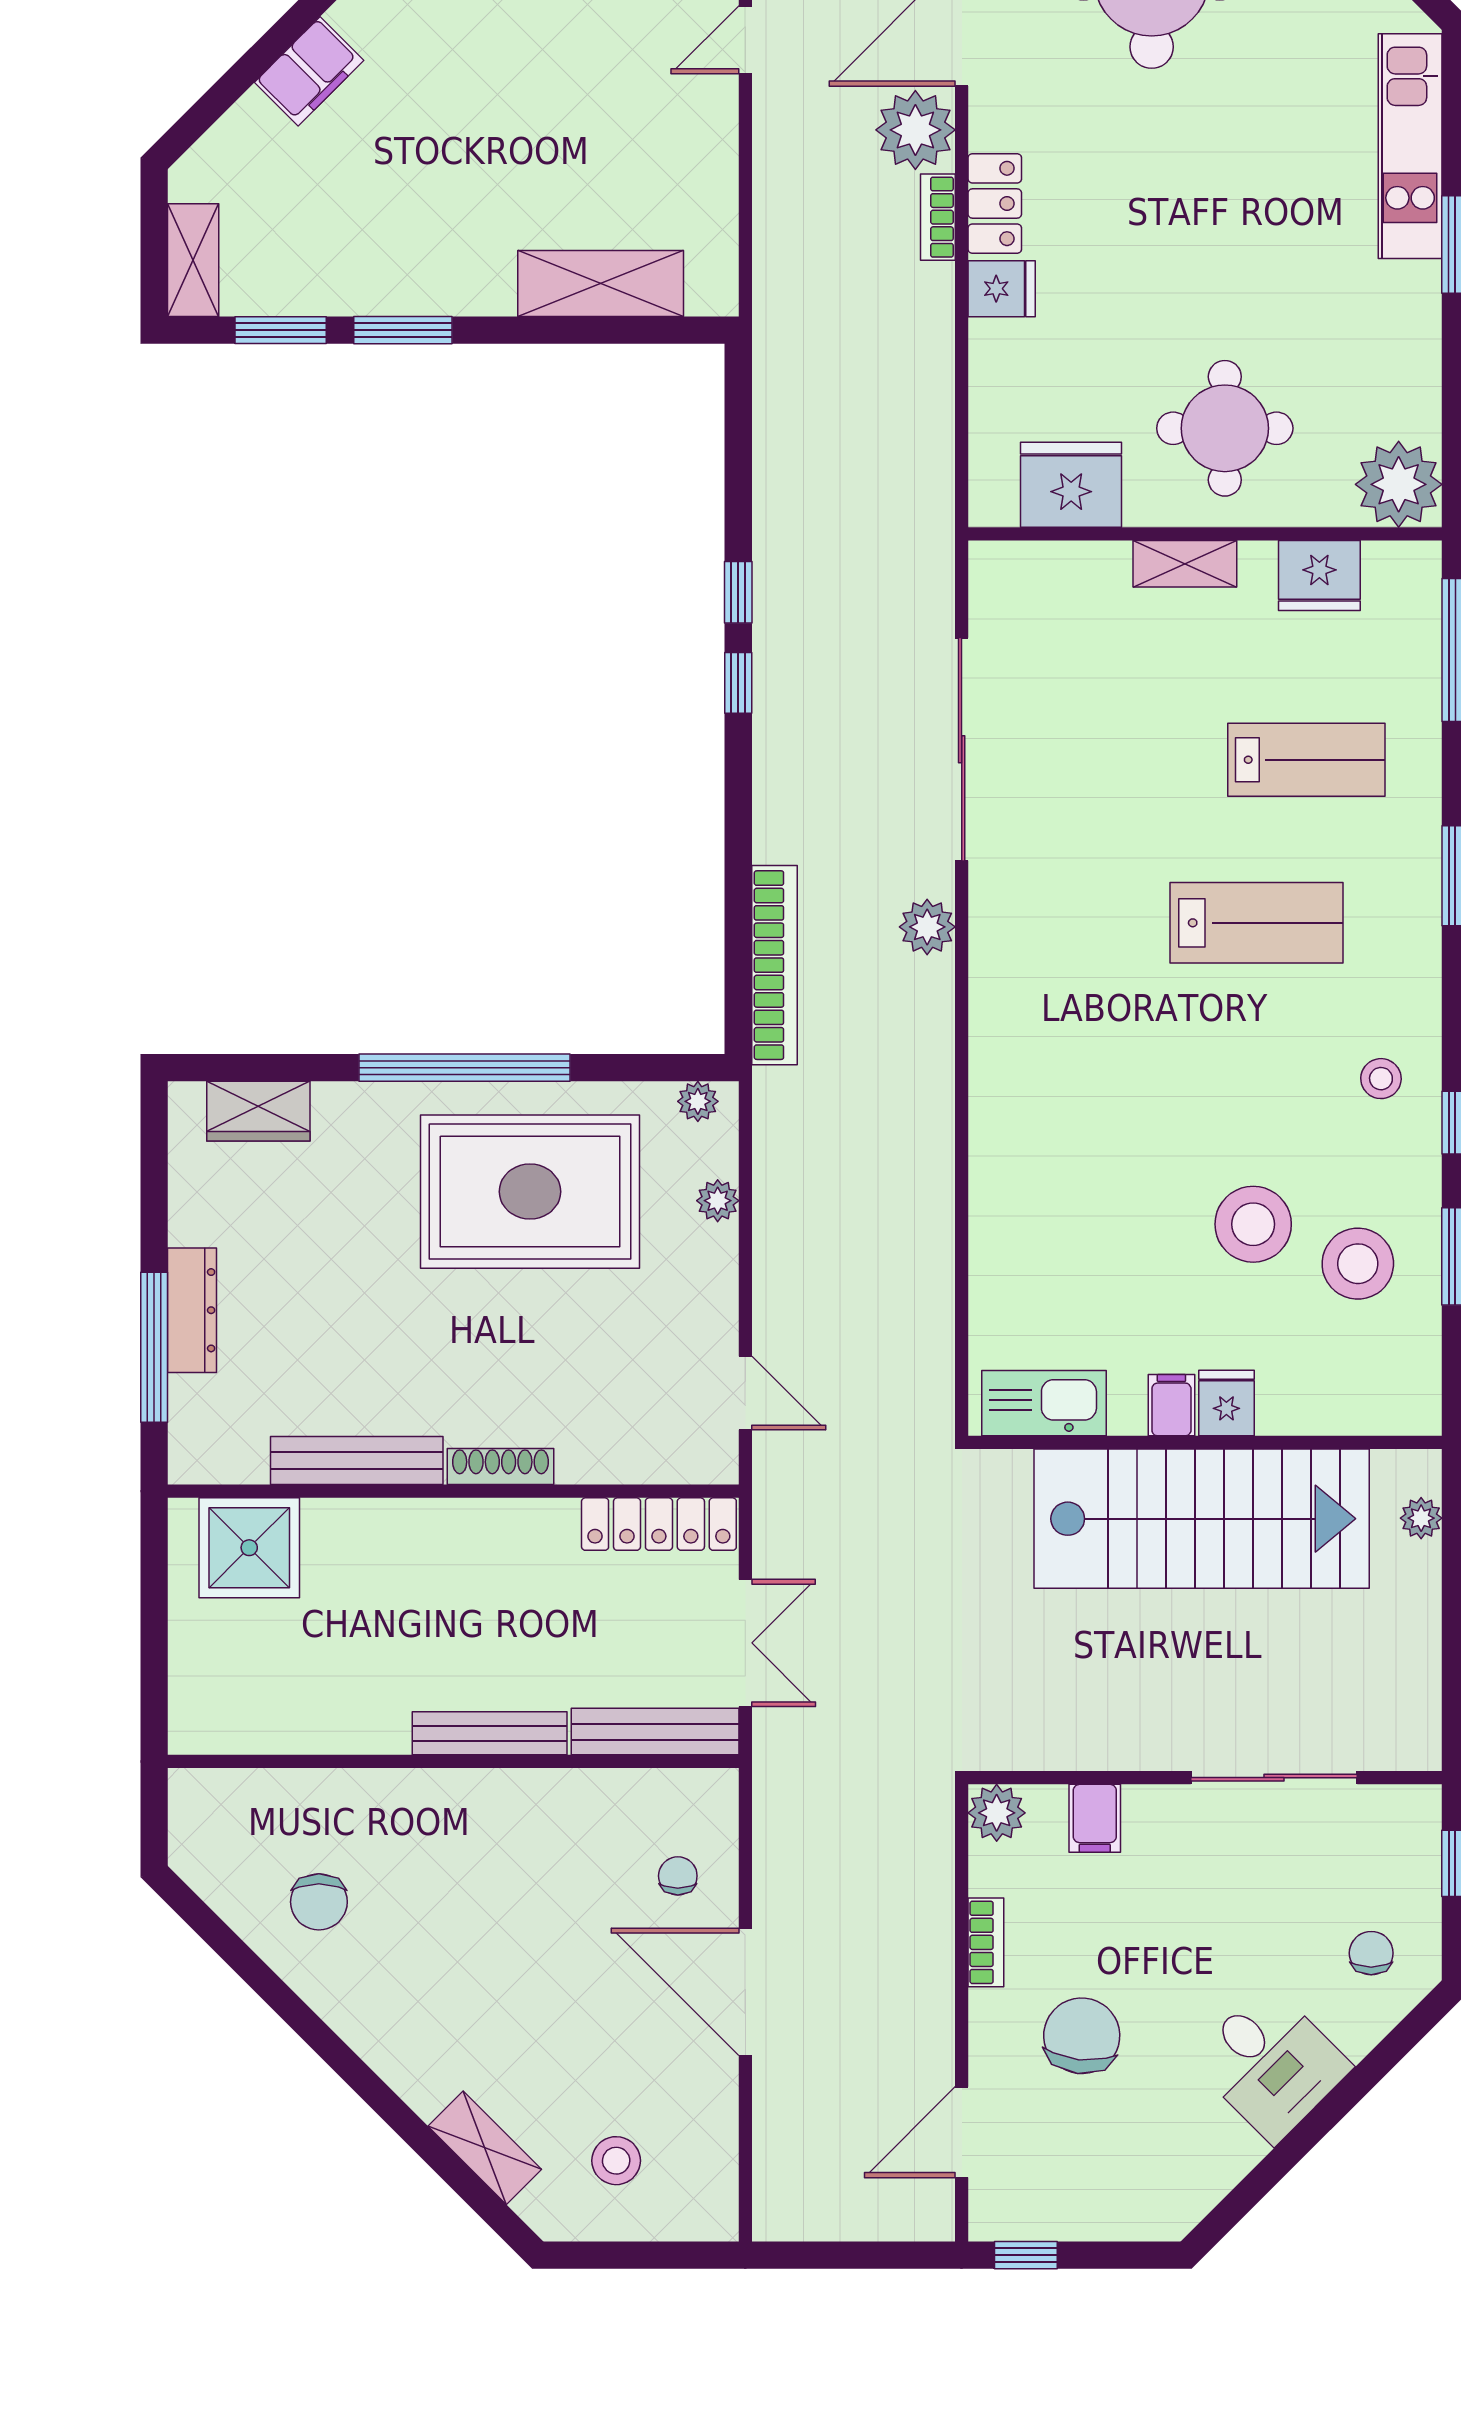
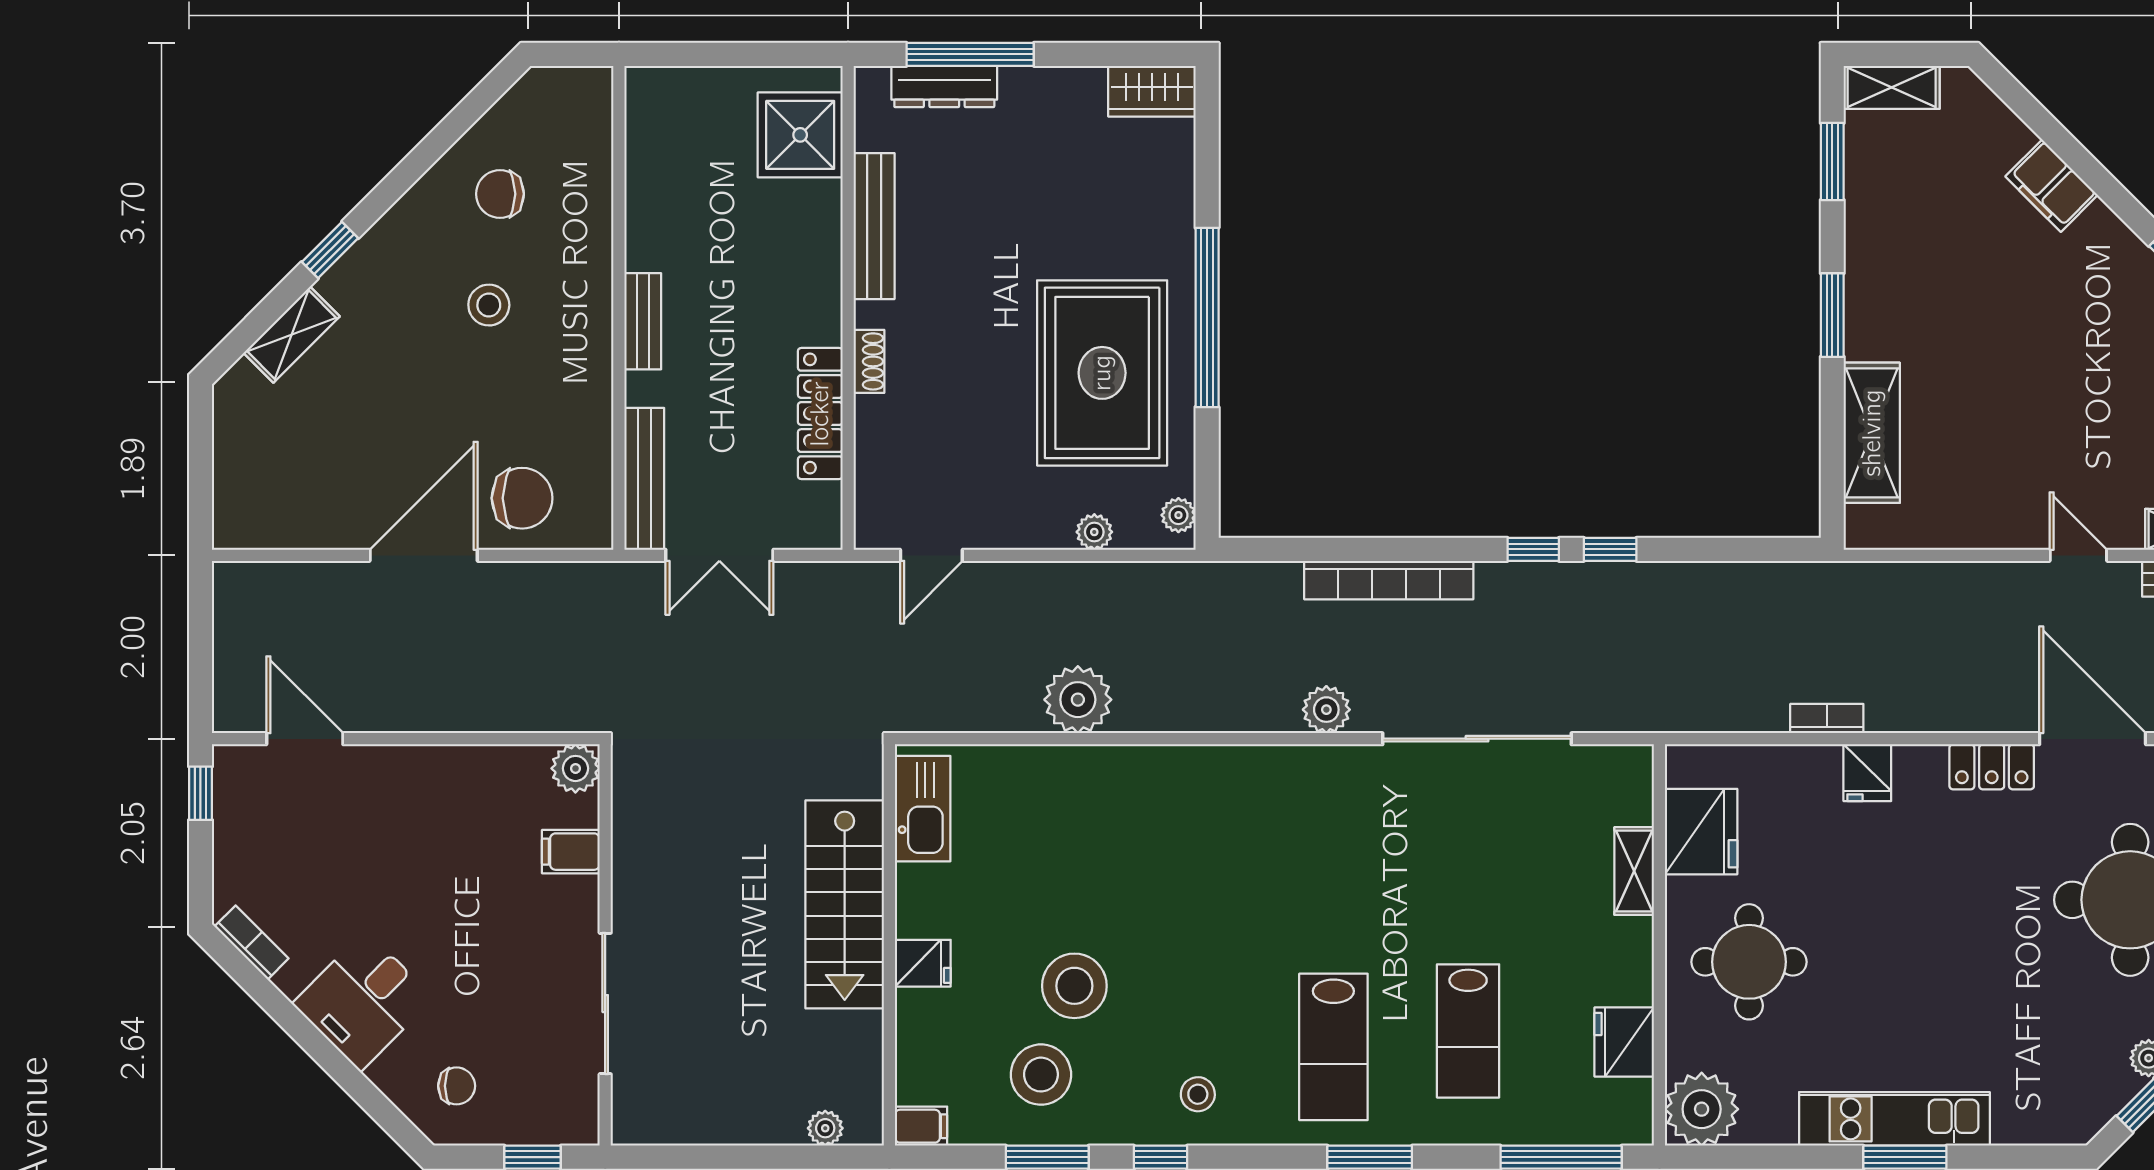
plant: (915, 130) -> (1078, 700), moved
kitchen unit: (1410, 146) -> (1894, 1119), moved
locker: (995, 203) -> (1992, 767), moved
bookcase: (938, 217) -> (1827, 719), moved
window: (403, 330) -> (1832, 315), moved
shelving: (1185, 564) -> (1634, 871), moved
lab bench: (1257, 923) -> (1333, 1047), moved
bookcase: (774, 965) -> (1389, 580), moved
wardrobe: (258, 1111) -> (1152, 91), moved, turned -90
dresser: (192, 1310) -> (944, 87), moved
filing cabinet: (1171, 1405) -> (921, 1126), moved
shoe rack: (500, 1467) -> (869, 361), width x0.70
stairs: (1202, 1519) -> (845, 904), width x0.73, depth x0.66
locker: (659, 1524) -> (820, 414), moved
bench: (490, 1733) -> (643, 321), width x0.73
chair: (678, 1876) -> (522, 498), width x1.87, depth x1.87
bookcase: (986, 1942) -> (251, 943), moved, turned -135
chair: (1082, 2036) -> (386, 841), removed
window: (385, 2102) -> (330, 250), added
stool: (616, 2161) -> (489, 305), moved

